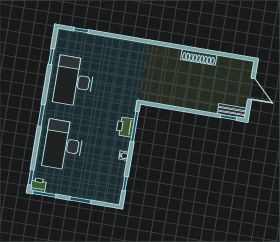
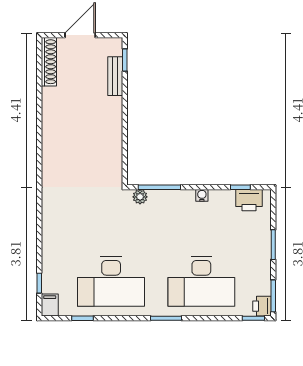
filing cabinet: (65, 35) -> (50, 305), added
shoe rack: (199, 57) -> (49, 62), moved
bench: (232, 111) -> (115, 76), moved
plant: (130, 112) -> (140, 197), added
printer: (125, 127) -> (249, 200), moved

